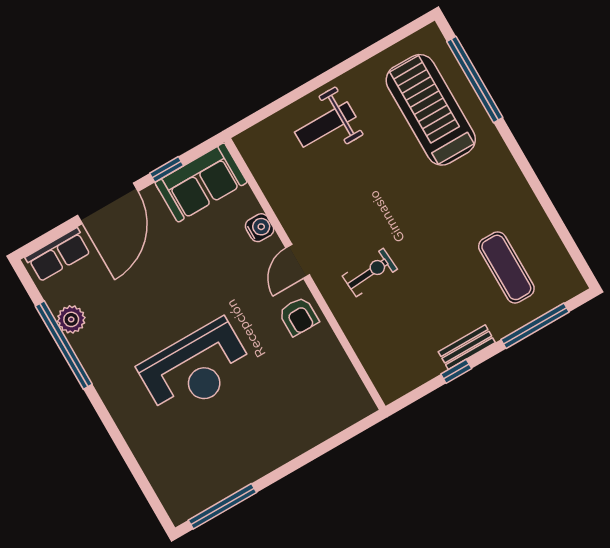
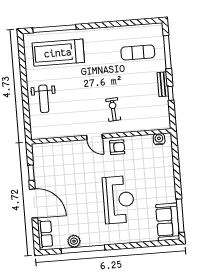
sofa: (201, 182) -> (168, 222), moved, turned 180
water cooler: (260, 228) -> (159, 139), moved

